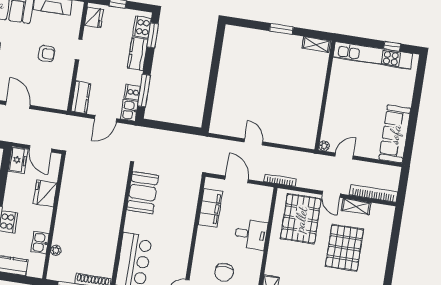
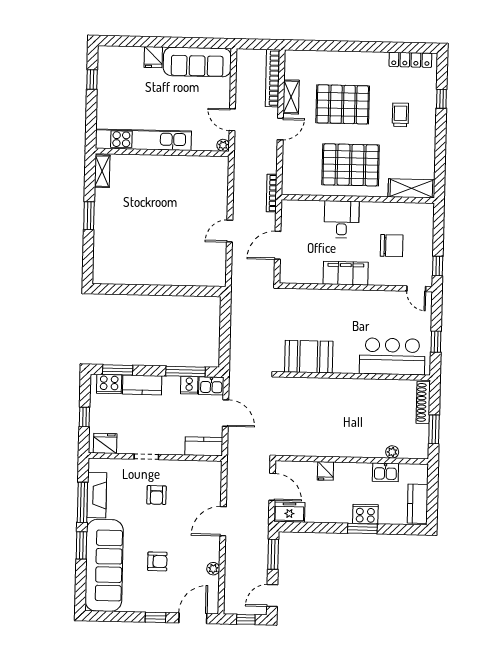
armchair: (46, 54) -> (156, 495), turned 180
kitchen unit: (373, 55) -> (143, 140), moved, turned -90
fridge: (404, 99) -> (153, 57), added
door: (40, 149) -> (272, 487), hinge flipped
fridge: (45, 193) -> (325, 471), width x0.53, depth x0.75
filing cabinet: (210, 208) -> (346, 273), moved
pallet: (301, 219) -> (351, 165), moved

